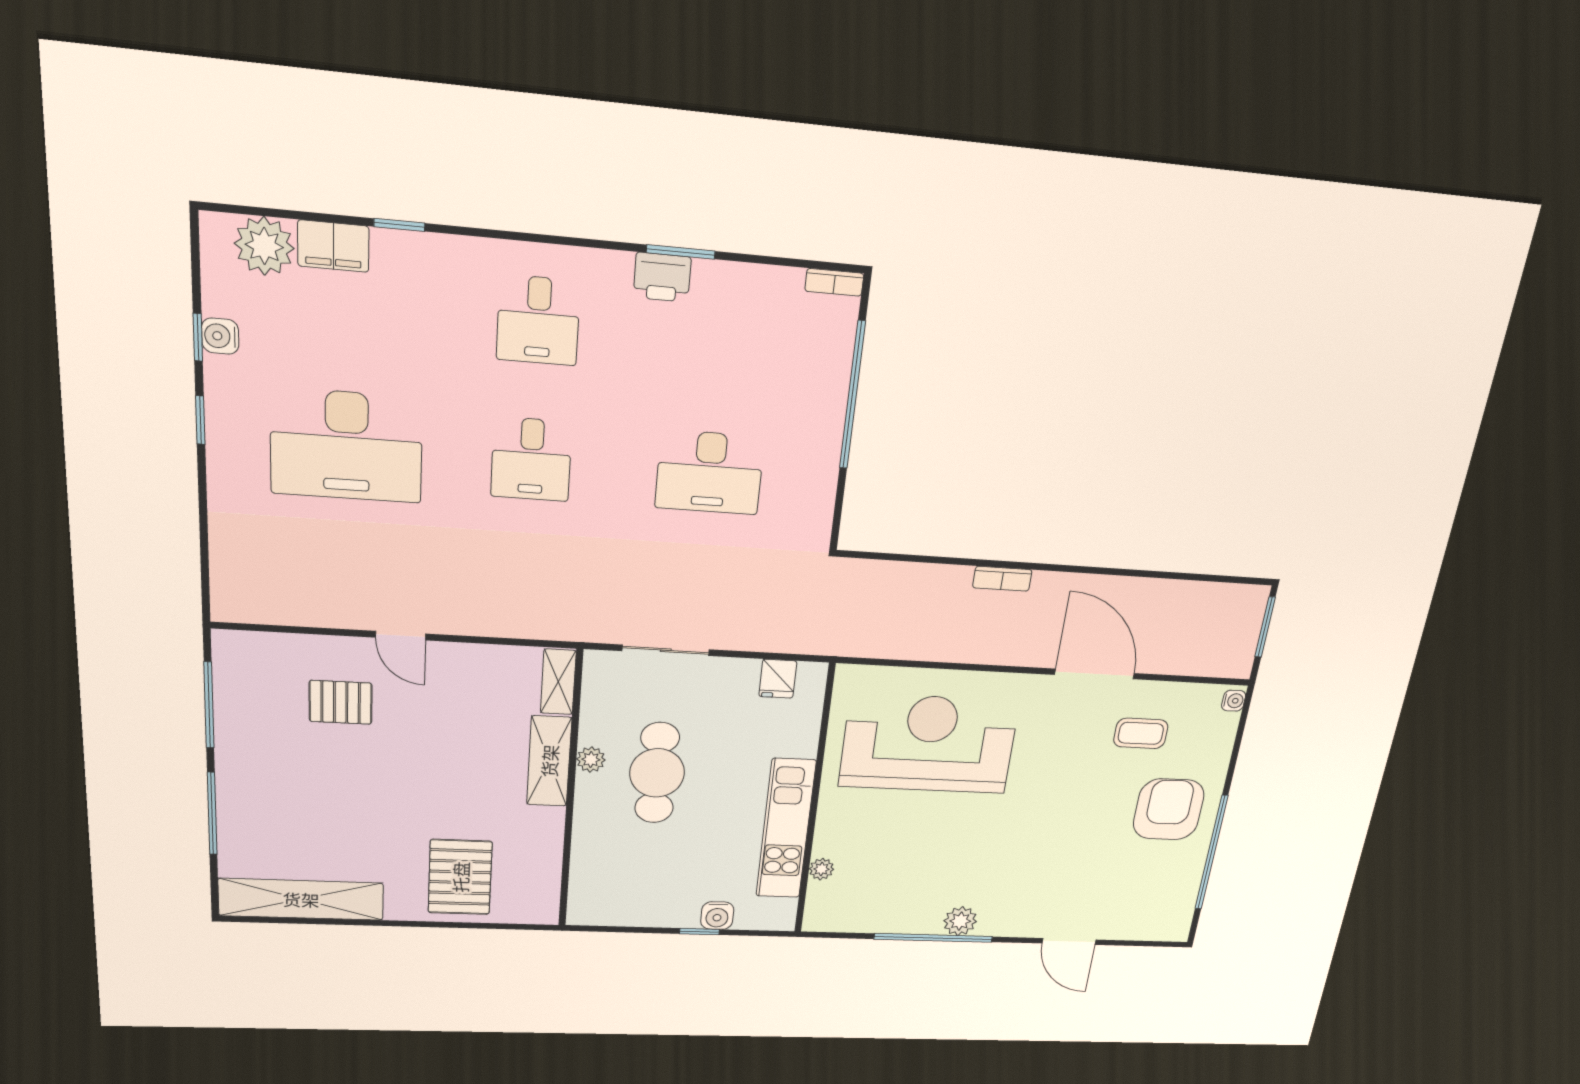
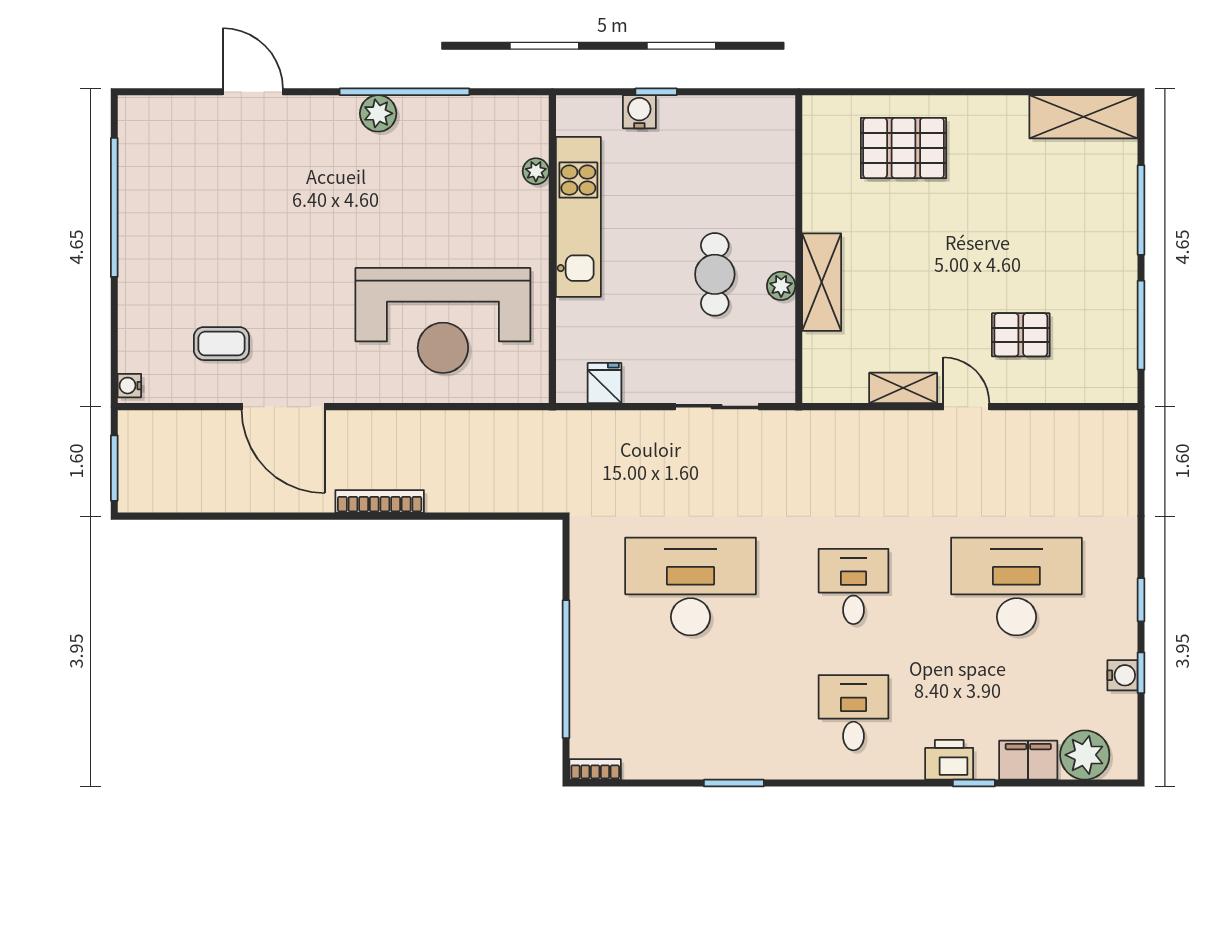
printer: (662, 277) -> (949, 760), moved
desk: (710, 472) -> (691, 586), width x1.36, depth x1.30
bookcase: (1002, 579) -> (380, 501), width x1.56
shelving: (558, 682) -> (903, 388), moved, turned 90
cafe table: (657, 773) -> (715, 274), width x0.73, depth x0.74
armchair: (1169, 809) -> (173, 257), removed
pallet: (460, 877) -> (904, 148), turned 90
shelving: (301, 899) -> (1083, 117), width x0.68

